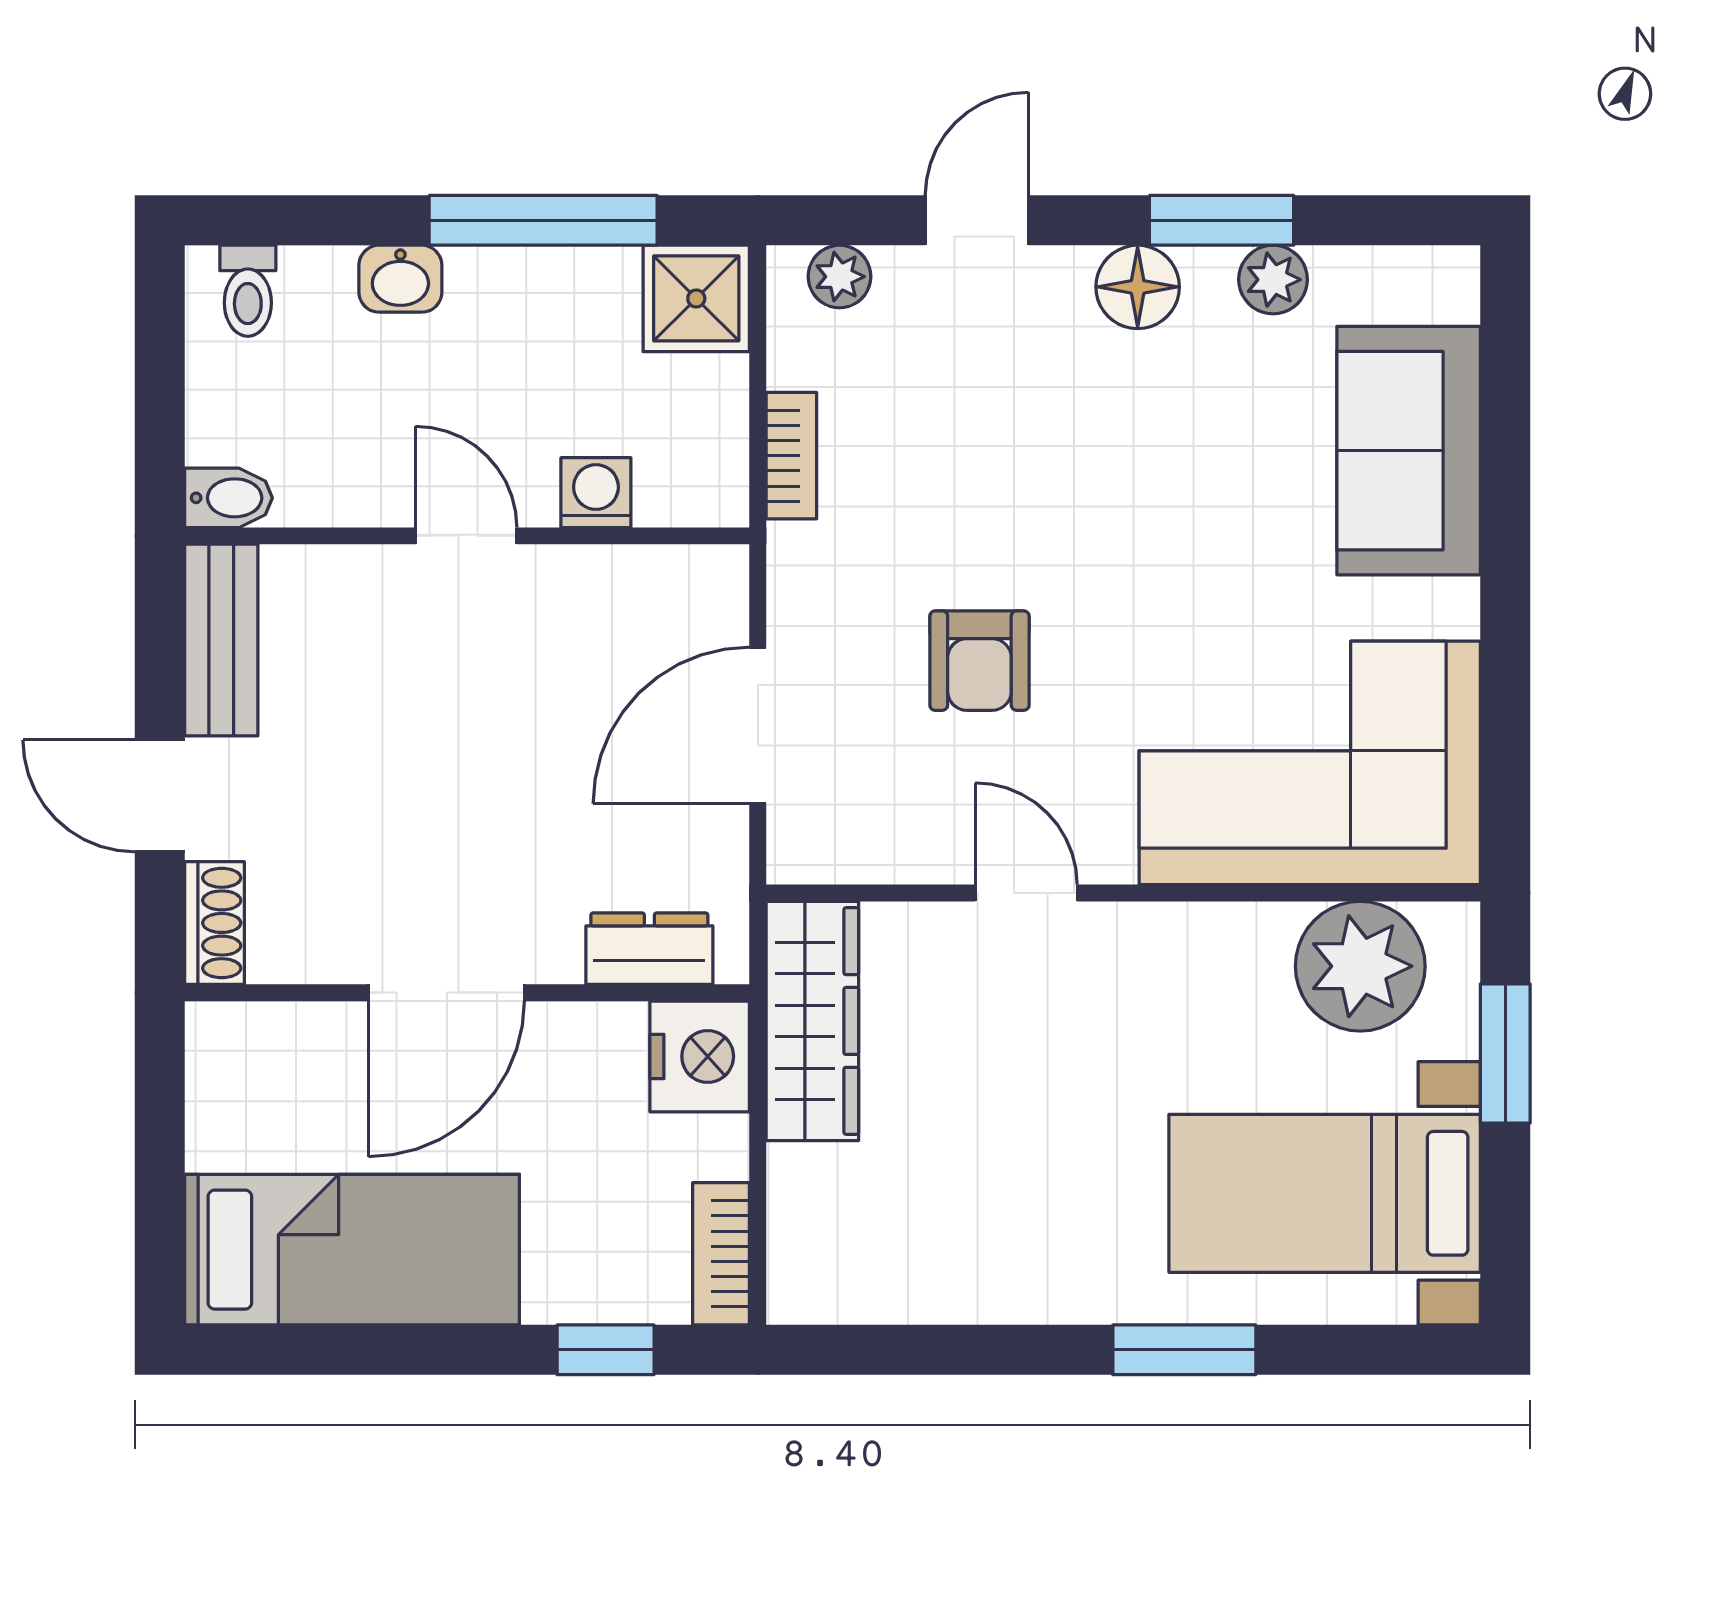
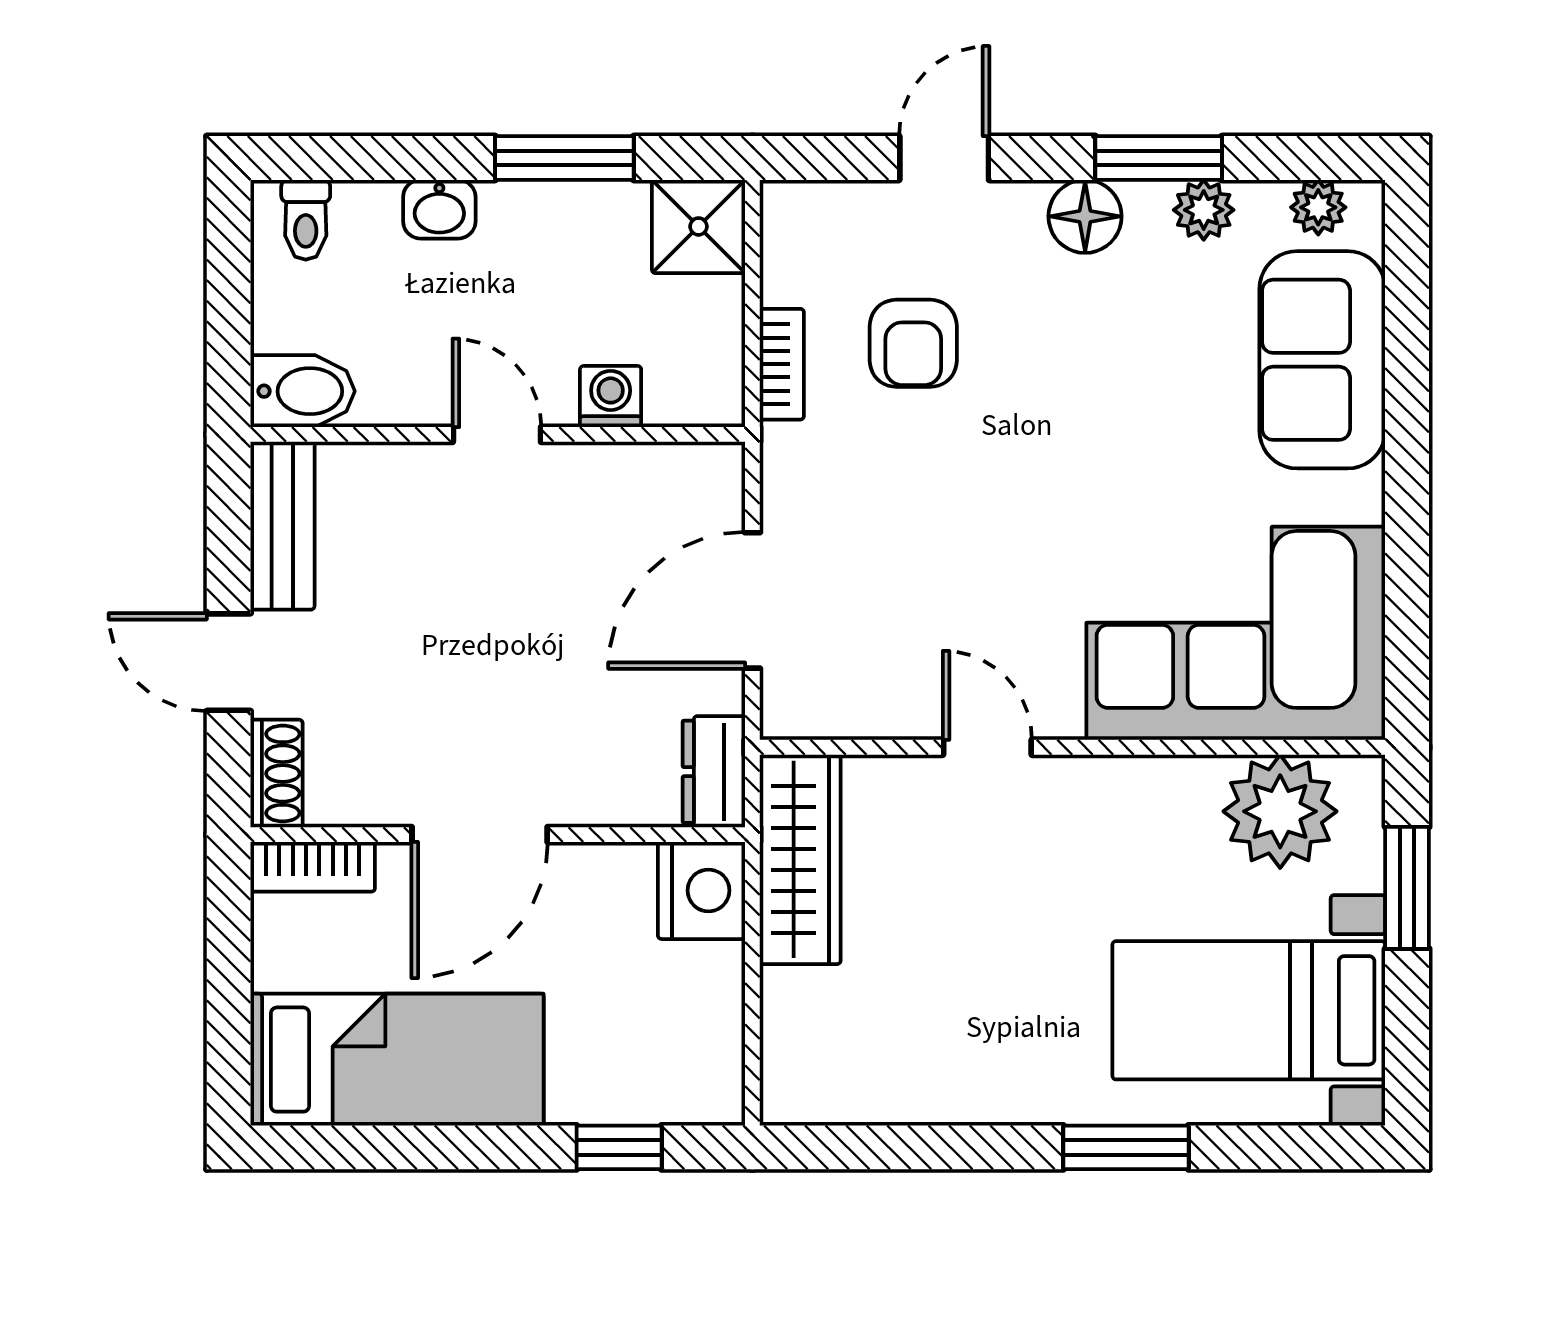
window: (543, 220) -> (564, 158), width x0.69
plant: (839, 277) -> (1318, 207), moved
bidet: (229, 498) -> (303, 391), width x1.38, depth x1.36
armchair: (979, 661) -> (913, 343), moved
dresser: (649, 949) -> (714, 772), moved, turned -90
bookcase: (721, 1254) -> (313, 867), moved, turned -90

